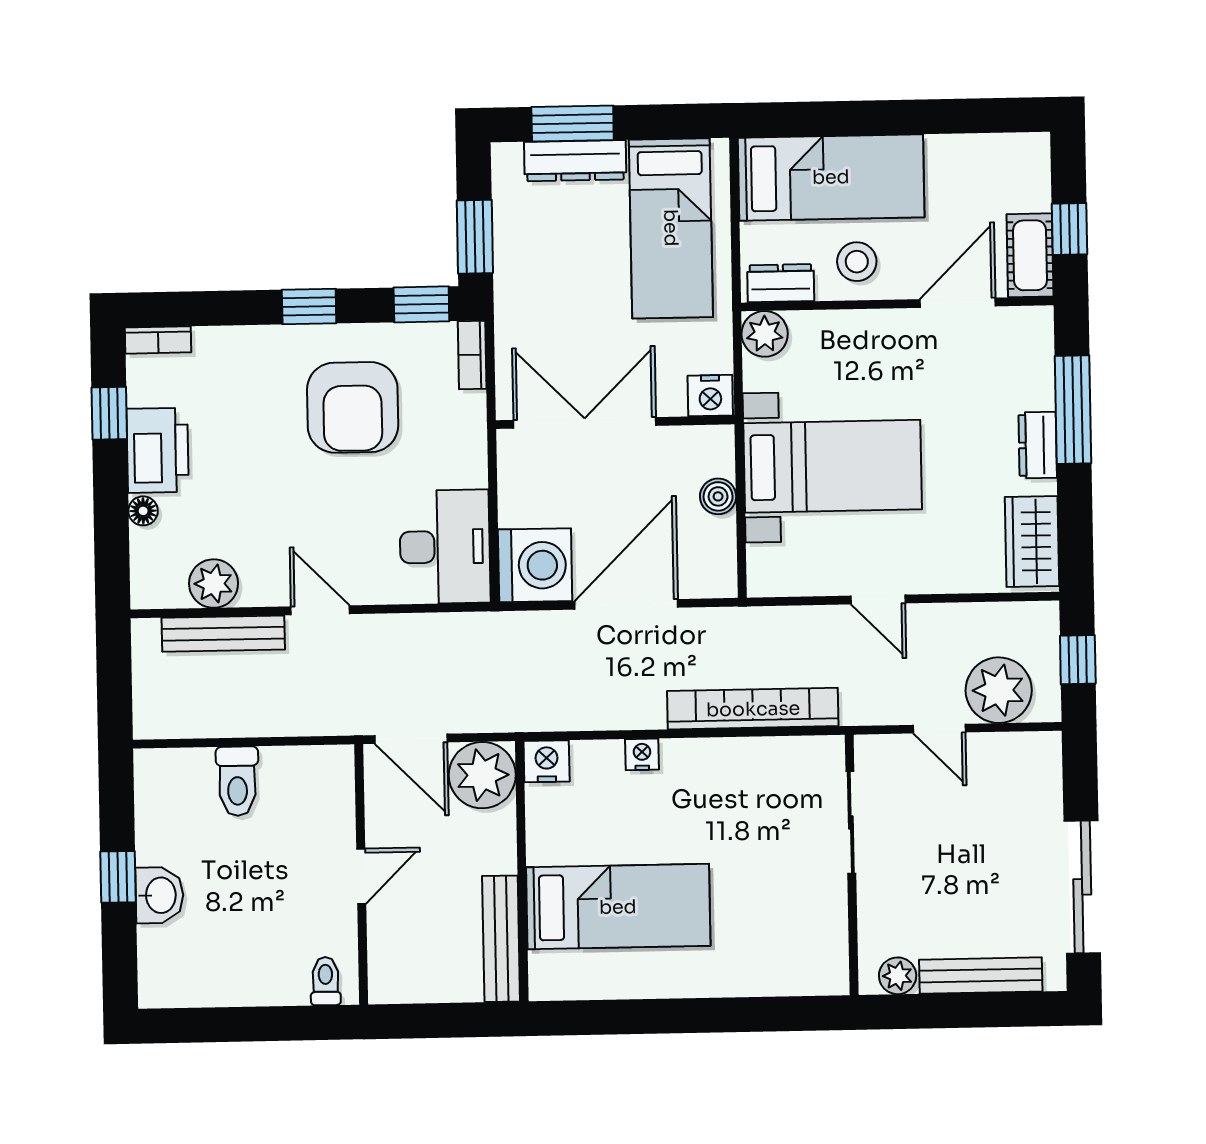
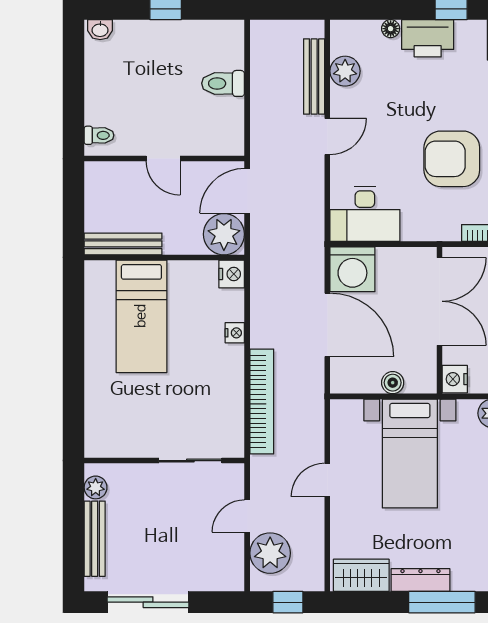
dresser: (1038, 445) -> (420, 580), width x1.44
washbasin: (159, 895) -> (100, 30), moved, width x0.72, depth x0.69

